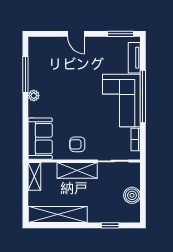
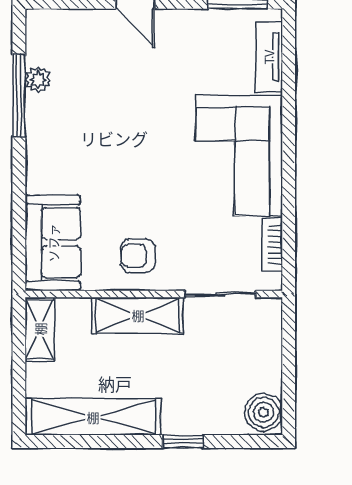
plant: (34, 96) -> (38, 80), moved
window: (143, 96) -> (289, 146), removed
boiler: (132, 195) -> (264, 412), moved
window: (110, 225) -> (183, 441), moved

